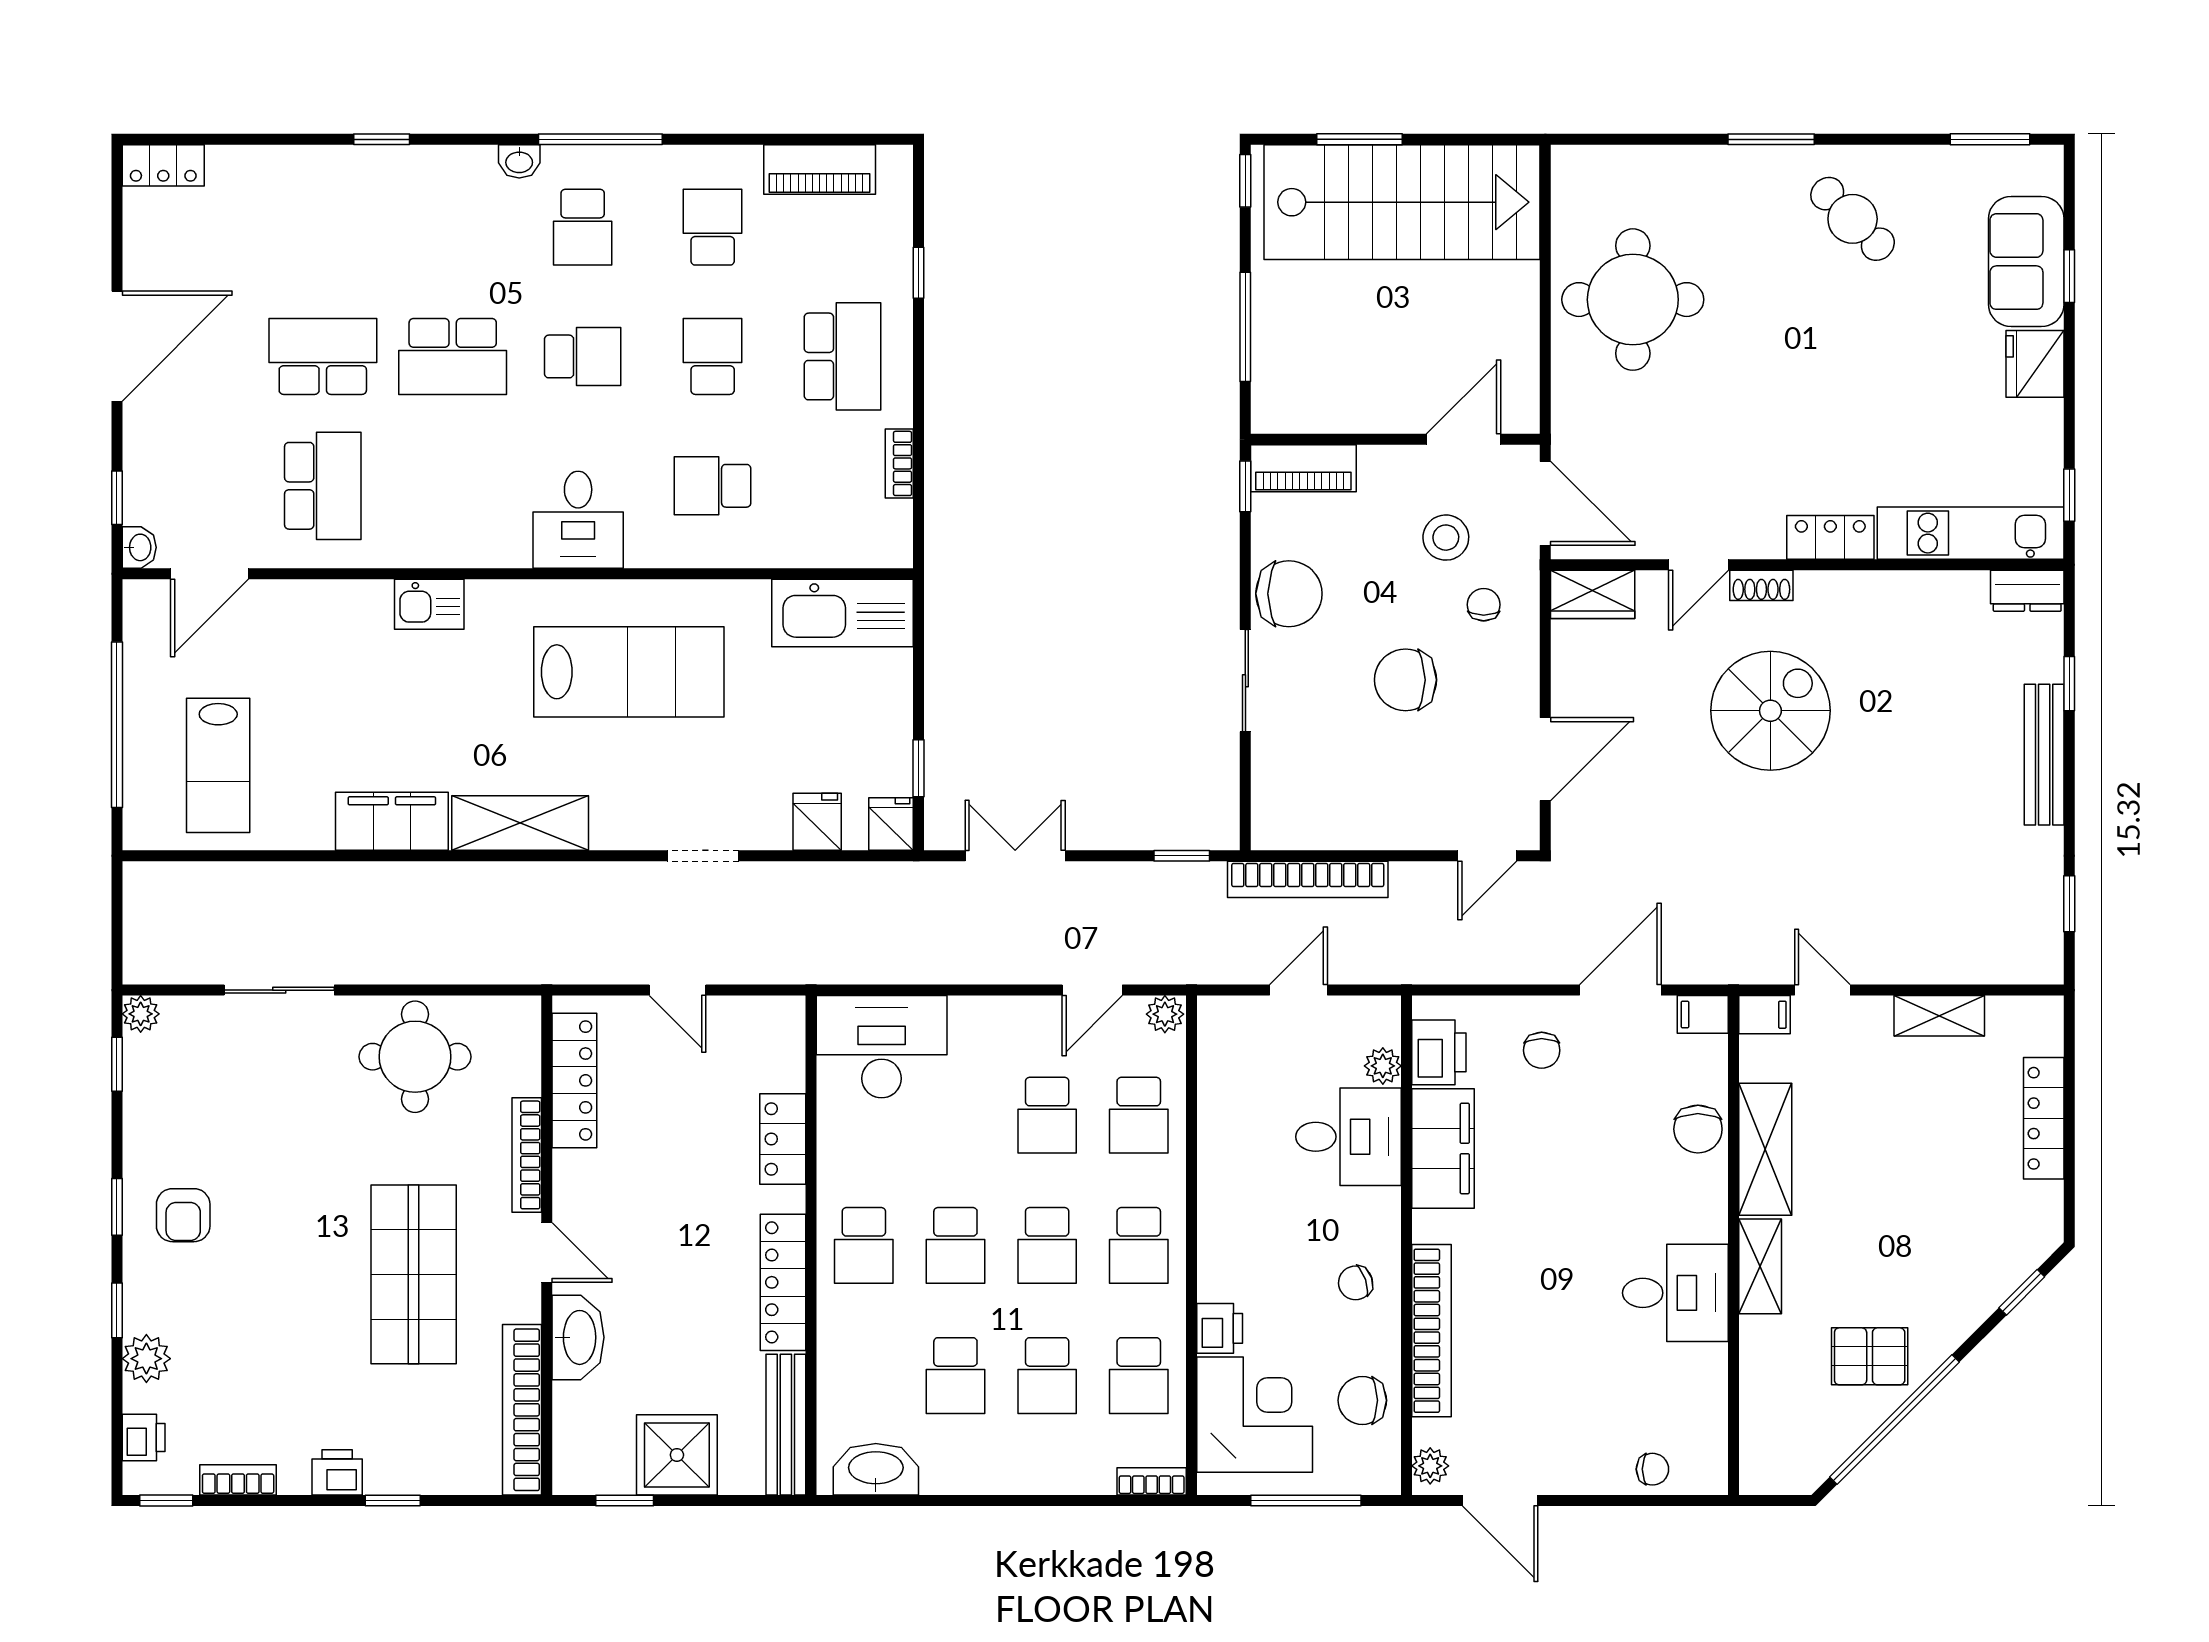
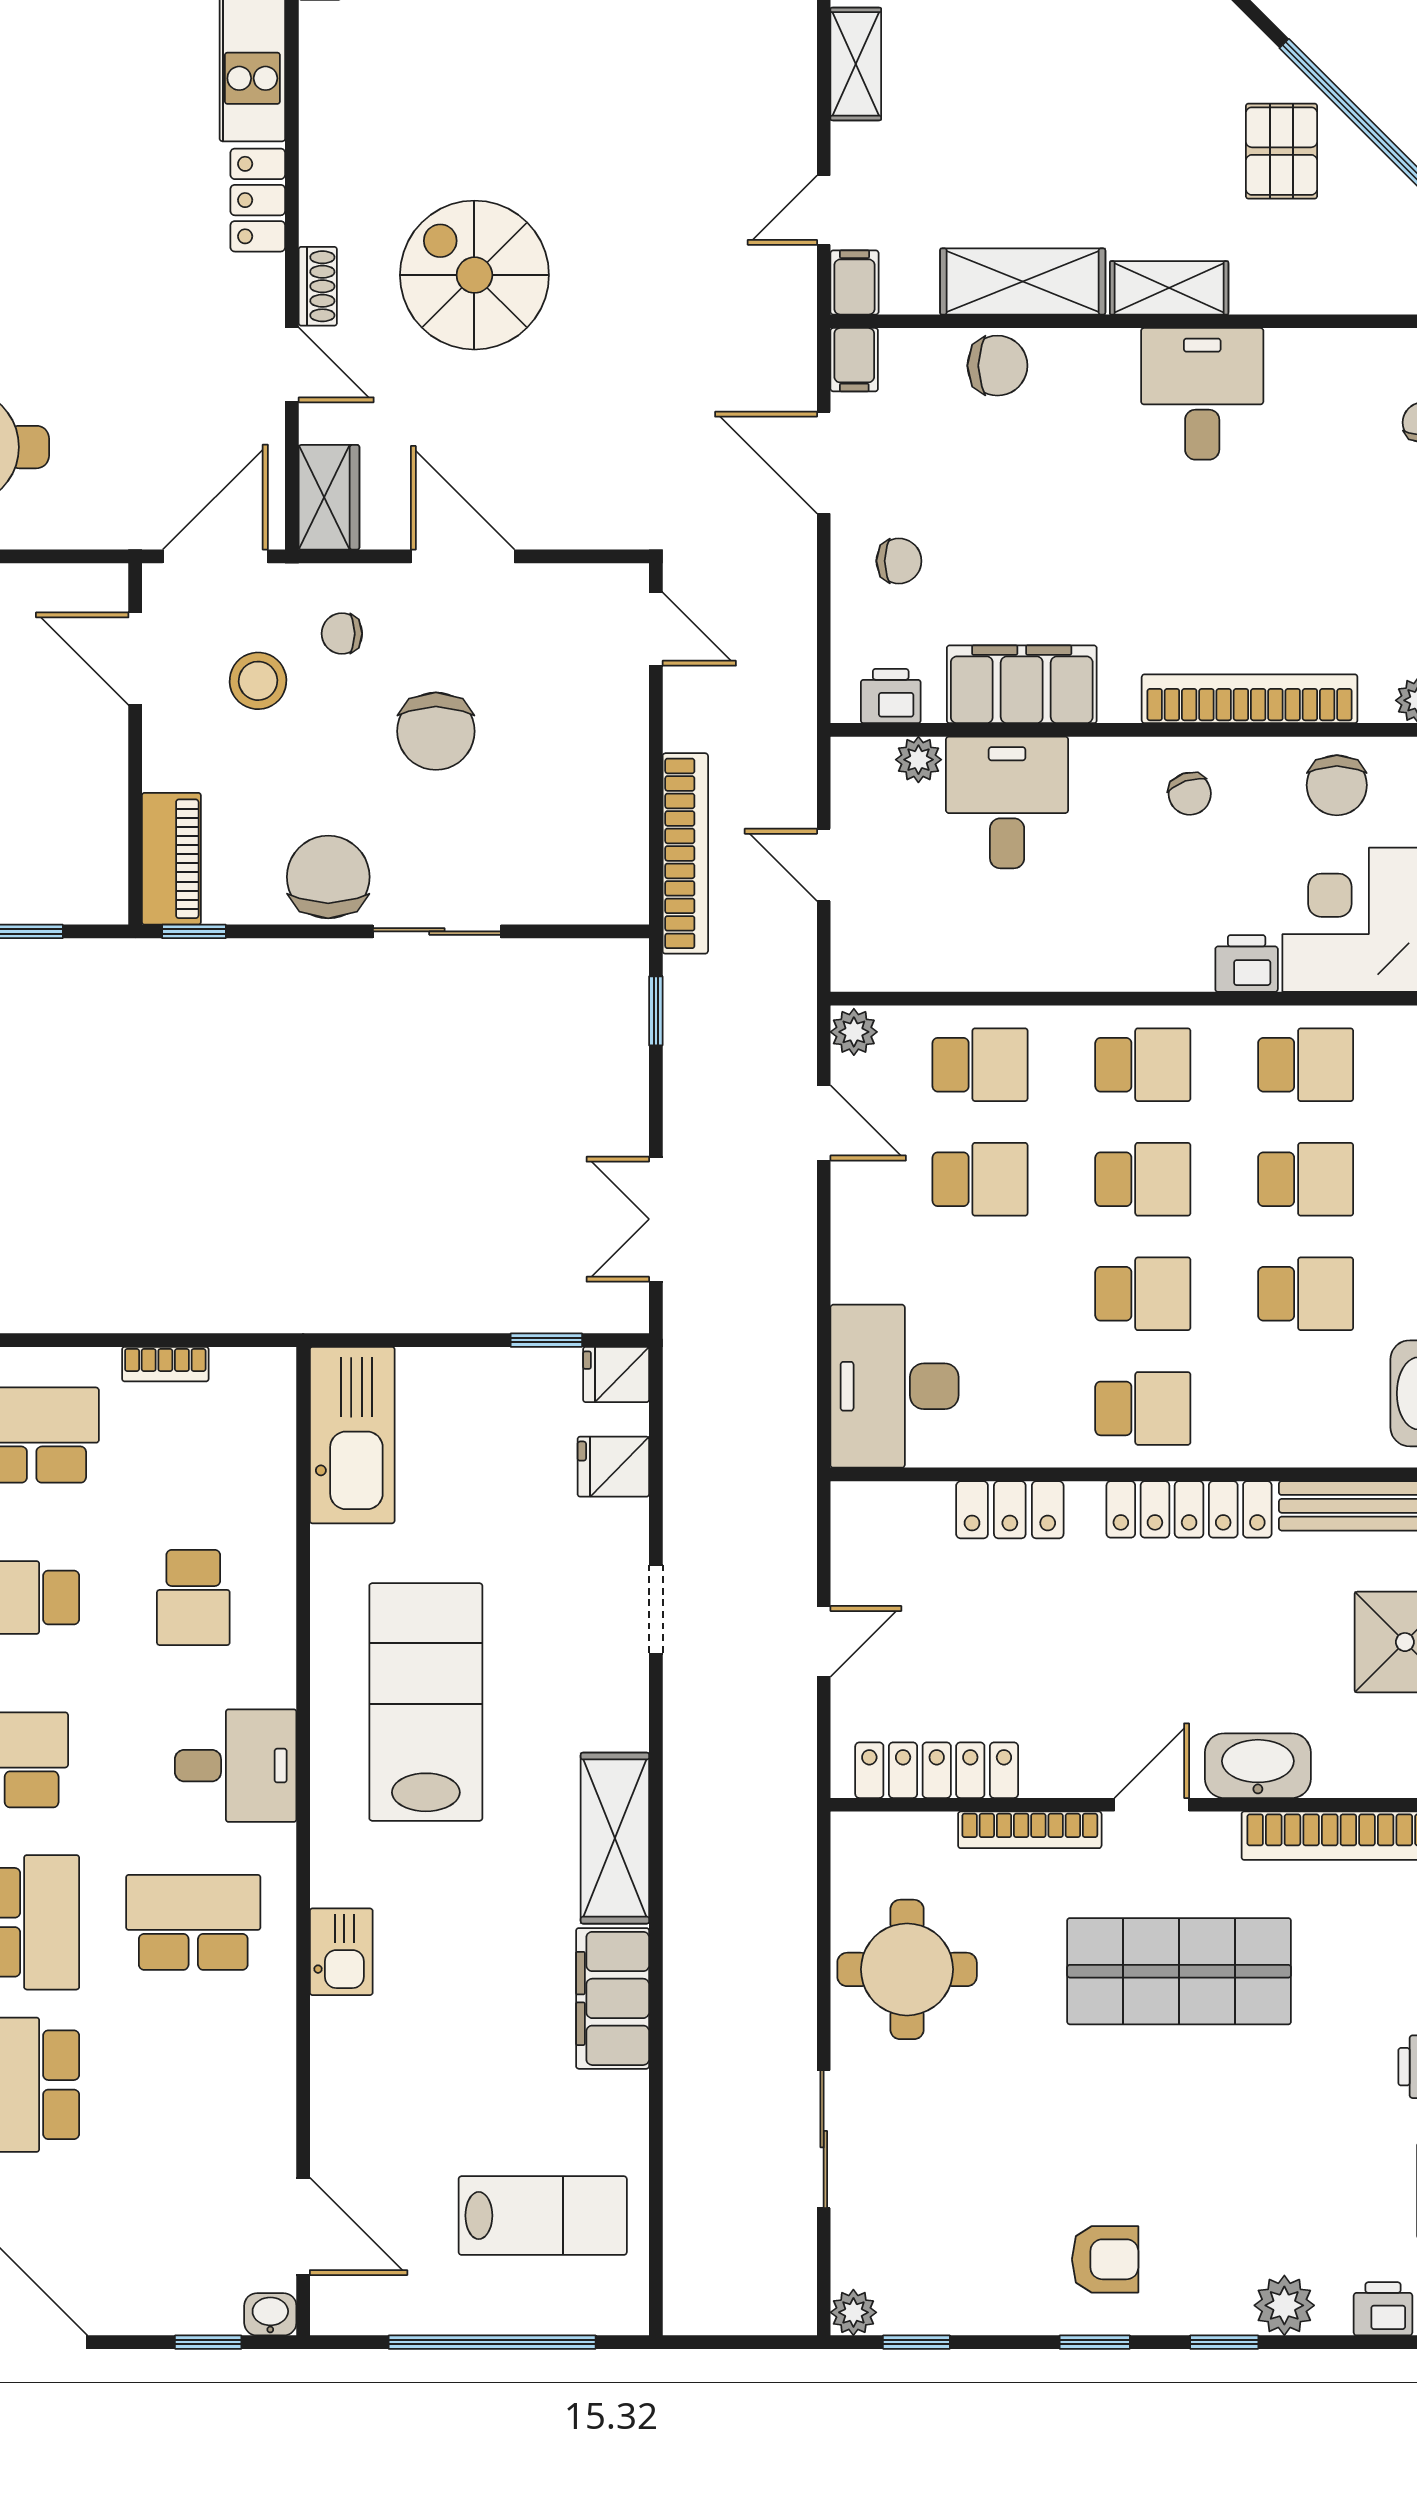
school desk: (323, 486) -> (193, 1922), moved
door: (1545, 759) -> (463, 556), moved
printer: (1439, 1052) -> (891, 696), width x0.73, depth x0.81

